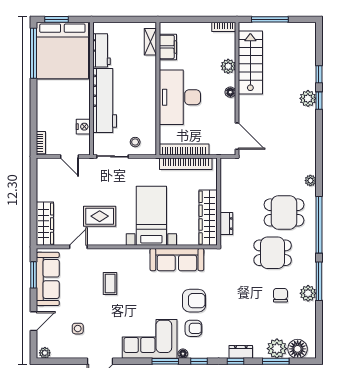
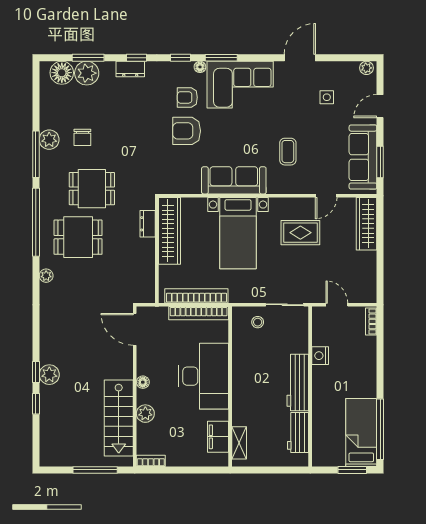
bed: (62, 51) -> (361, 432), width x0.49
workbench: (105, 100) -> (298, 383), width x0.73, depth x0.76
nightstand: (83, 127) -> (320, 356), moved
sofa: (177, 260) -> (234, 180), moved

